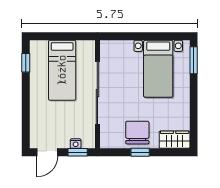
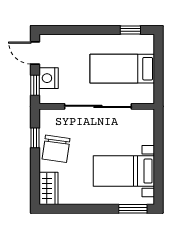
chair: (137, 133) -> (56, 149), turned 98
nightstand: (76, 144) -> (49, 78), width x1.89, depth x1.79
window: (140, 152) -> (35, 138), moved

